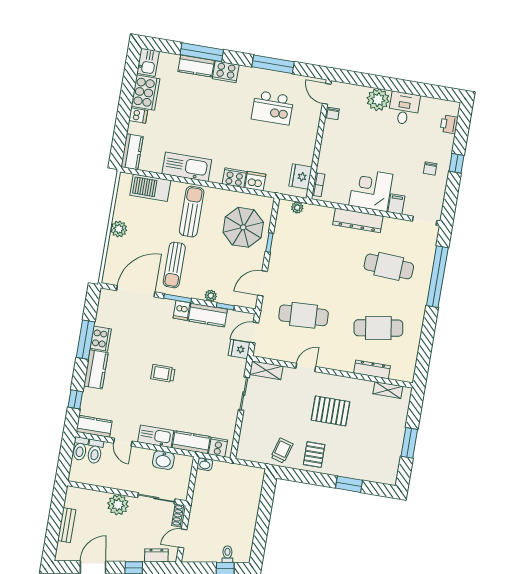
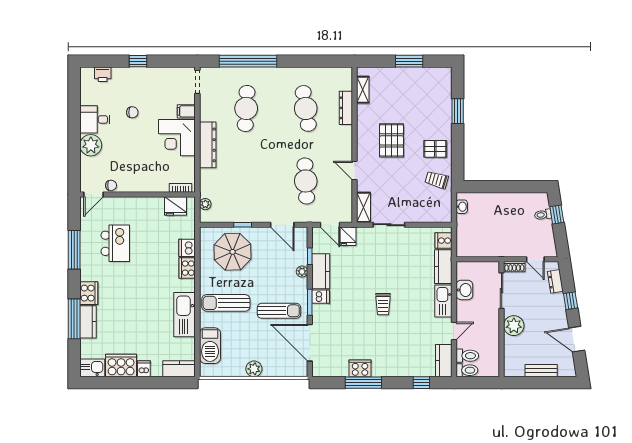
chair: (430, 168) -> (132, 112), moved
kitchen counter: (96, 369) -> (390, 368), removed
washbasin: (205, 464) -> (462, 207), moved

